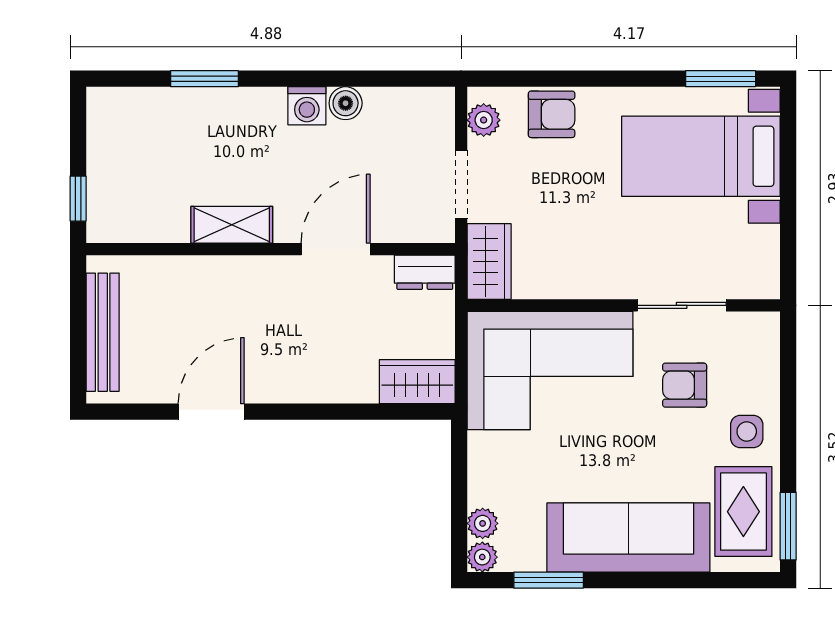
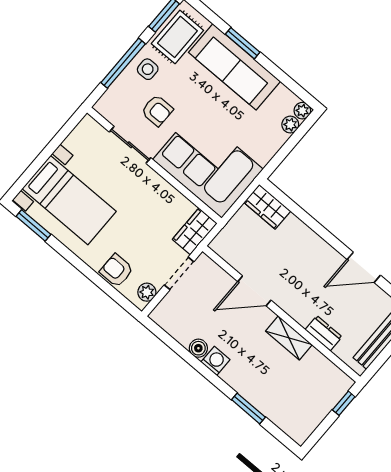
dresser: (425, 272) -> (324, 333), moved
window: (788, 411) -> (123, 63), added
window: (549, 580) -> (243, 43), moved

